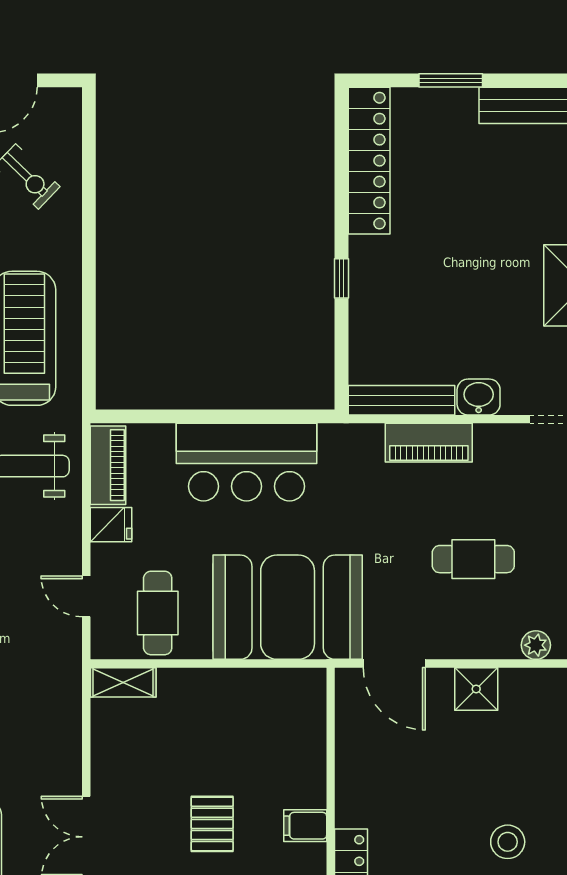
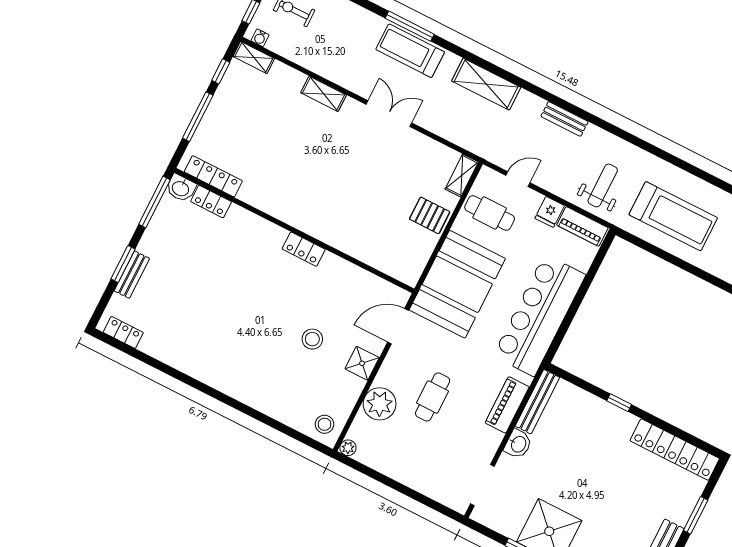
bar counter: (247, 462) -> (539, 315), width x1.36
plant: (536, 645) -> (380, 404), width x1.88, depth x1.88
pallet: (212, 824) -> (430, 215), moved
filing cabinet: (305, 826) -> (335, 234), removed
stool: (508, 842) -> (312, 339), moved

